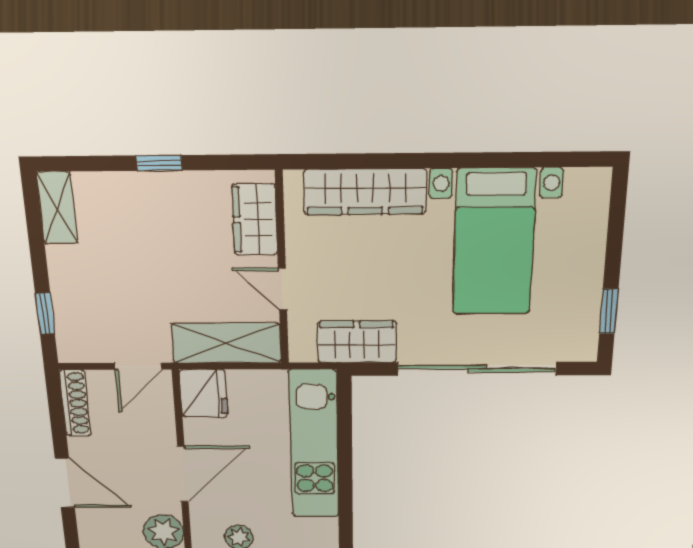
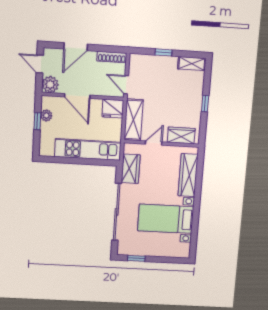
window: (45, 314) -> (164, 52), moved

